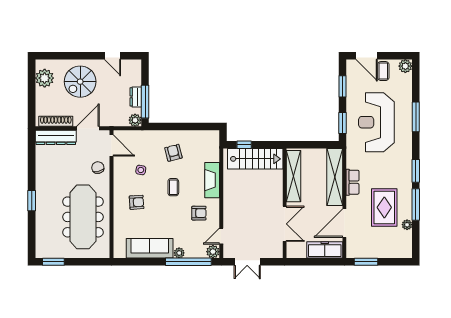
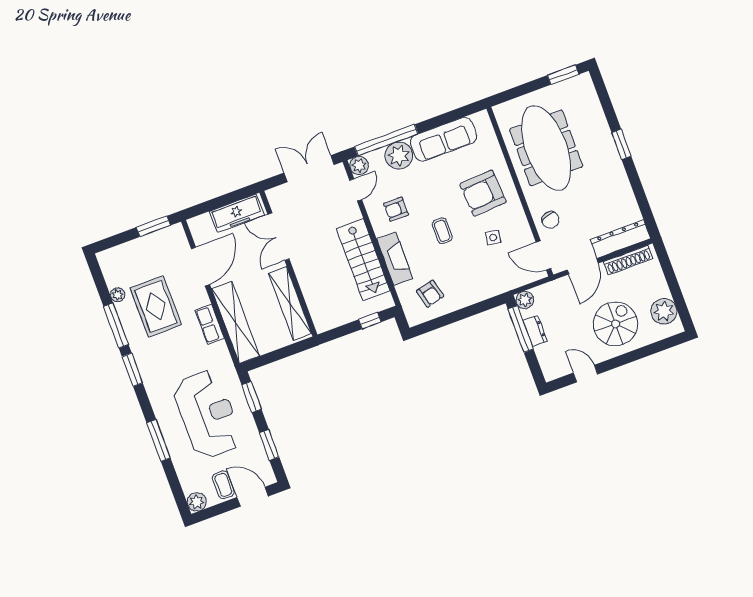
armchair: (173, 153) -> (430, 294), moved
stairs: (255, 159) -> (363, 260), moved, turned -90
armchair: (137, 202) -> (483, 193), width x1.88, depth x1.88
freezer: (325, 250) -> (237, 213), moved
plant: (179, 253) -> (399, 156), width x1.88, depth x1.88
double door: (247, 262) -> (309, 169), width x1.37

